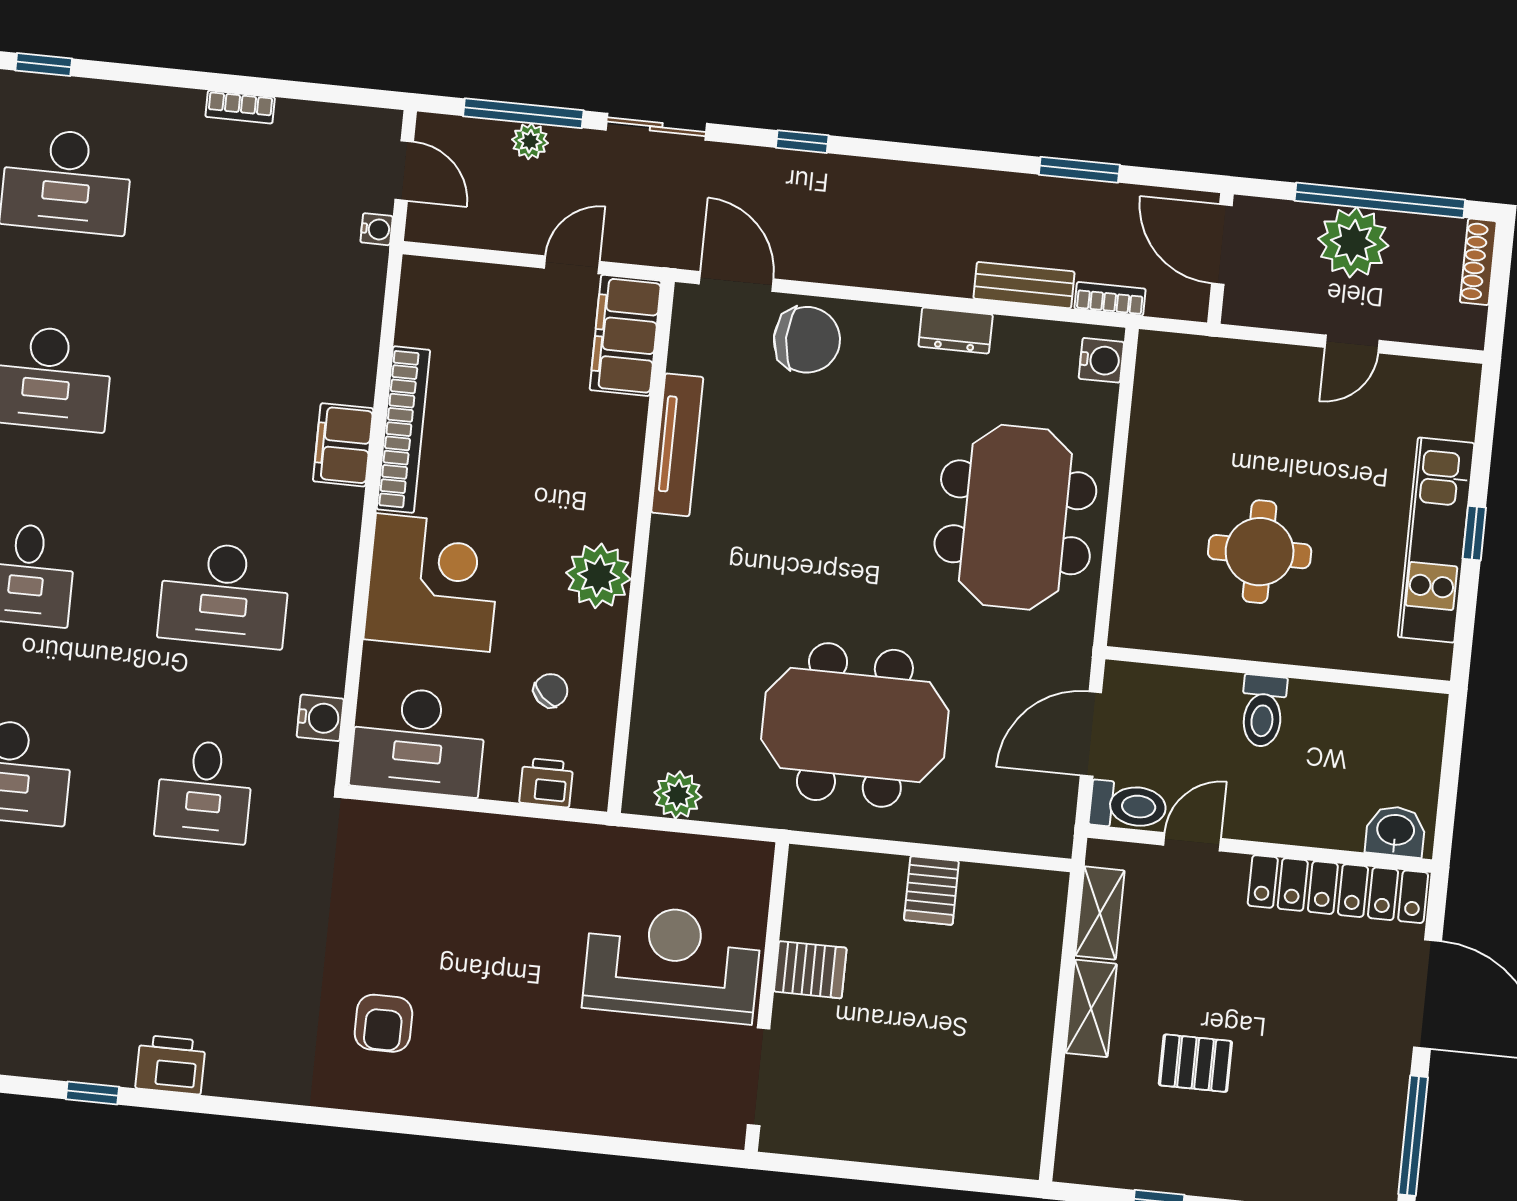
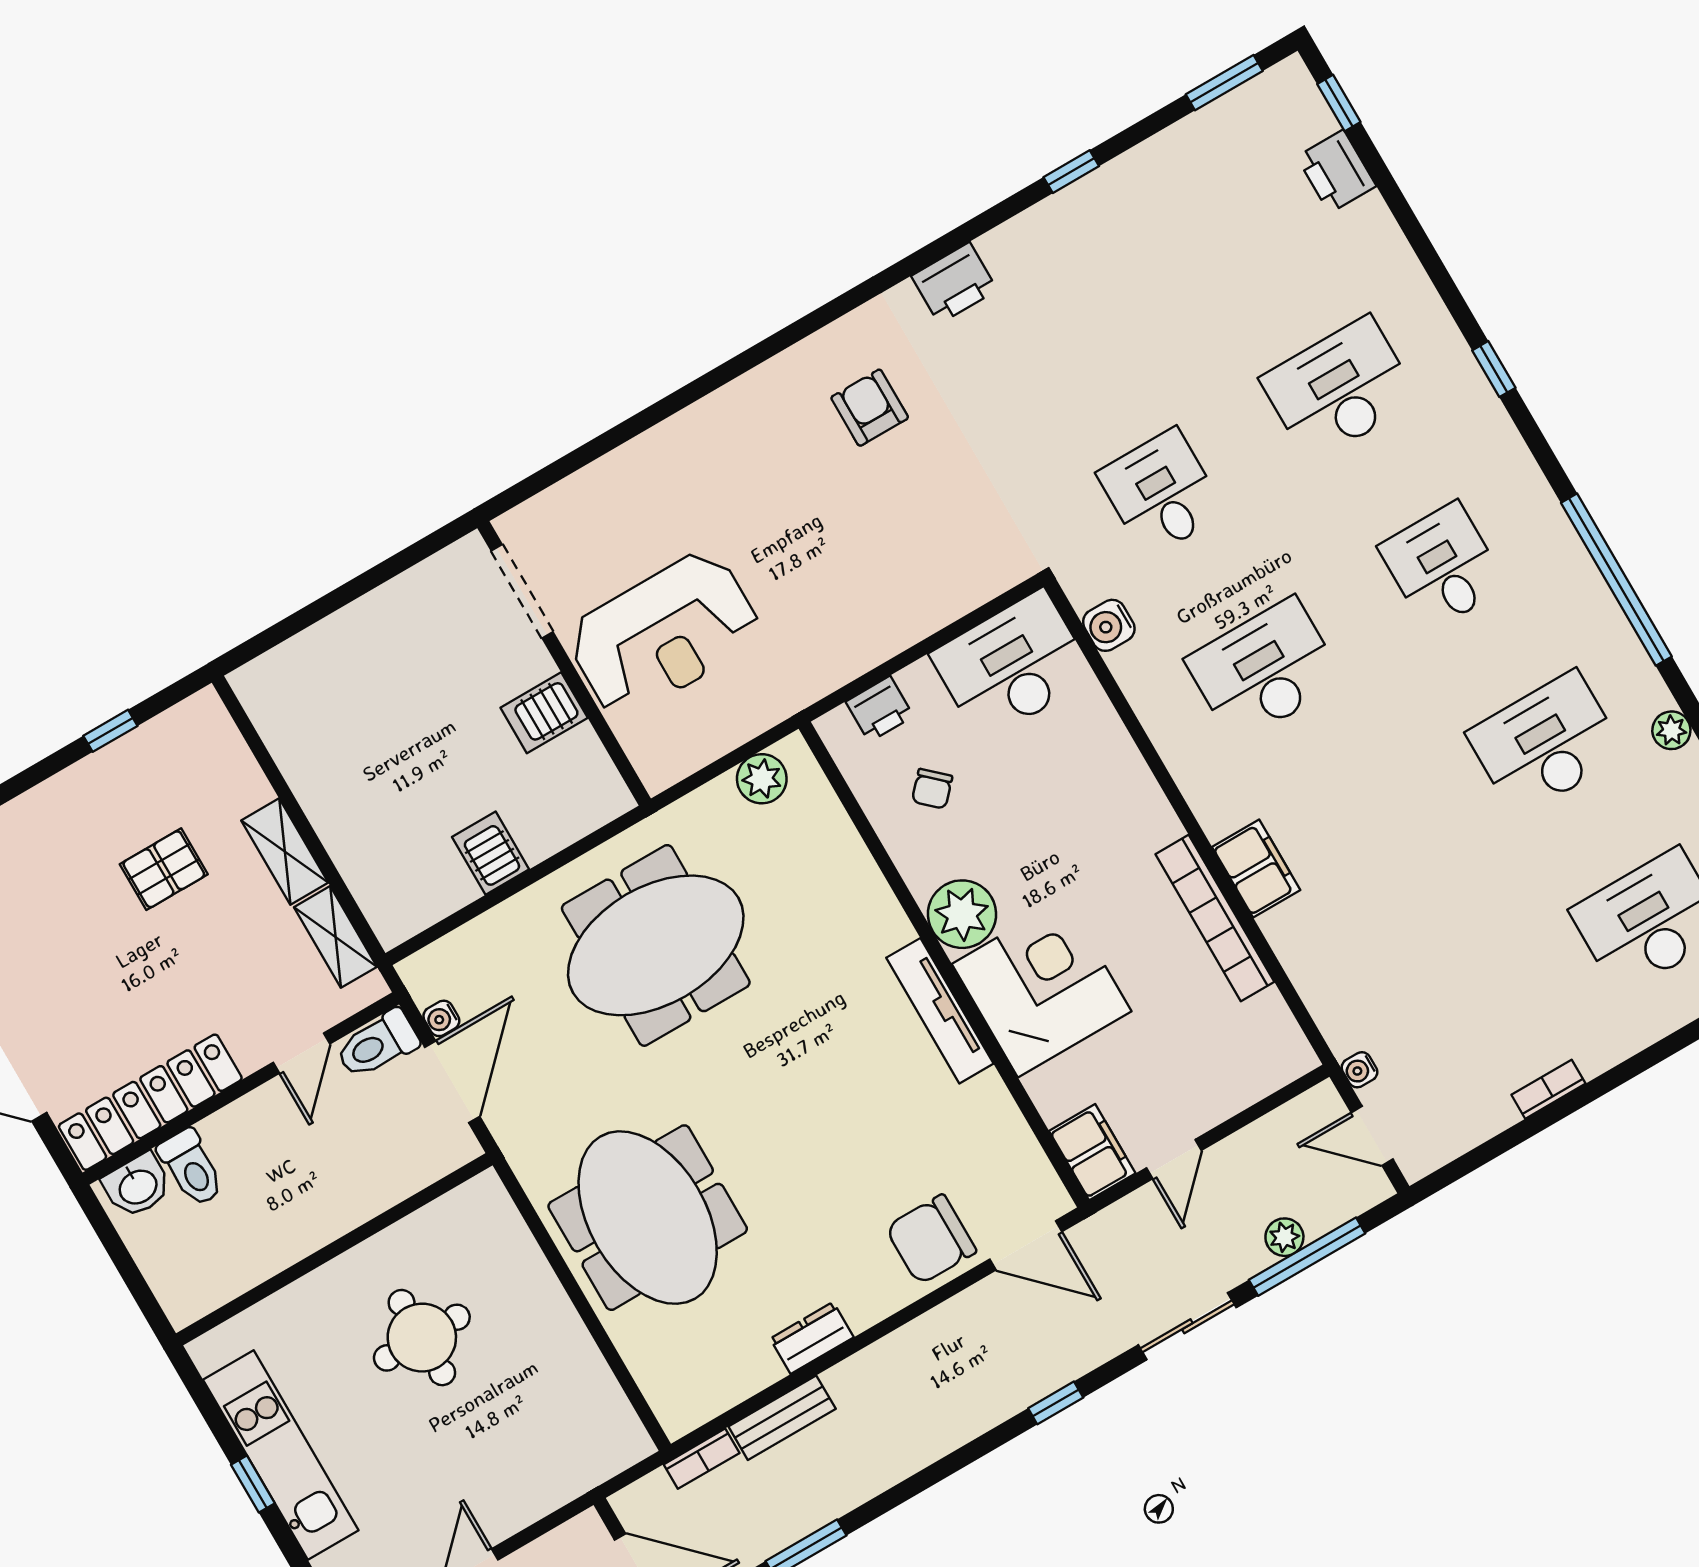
filing cabinet: (625, 335) -> (1092, 1152), width x0.67, depth x0.86
water cooler: (1101, 360) -> (441, 1018), moved, width x0.72, depth x0.72
tv unit: (677, 445) -> (940, 1011), moved
corner desk: (433, 583) -> (1042, 988), moved, turned 180
toilet: (1263, 711) -> (191, 1168), moved, turned 180
printer: (171, 1065) -> (954, 283), moved

